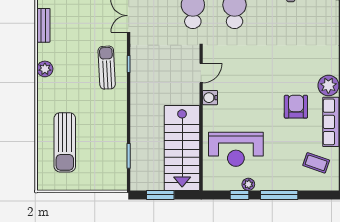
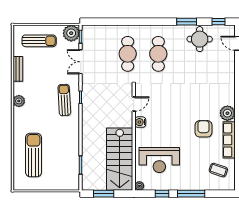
sun lounger: (65, 142) -> (33, 155), turned 180
plant: (248, 184) -> (139, 186), moved

